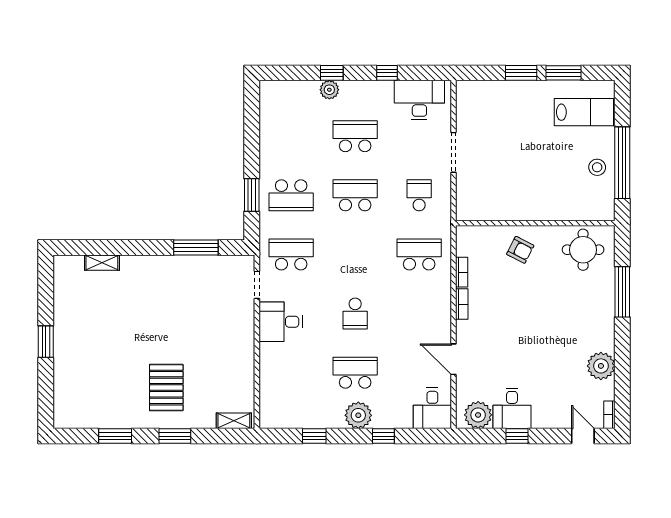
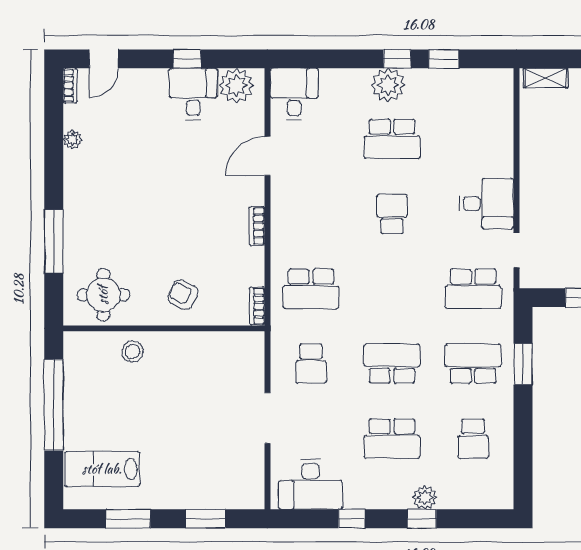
window: (521, 73) -> (206, 519), moved
school desk: (291, 136) -> (473, 439), added
stool: (597, 167) -> (133, 352), moved
school desk: (355, 195) -> (392, 364), turned 180
bookcase: (462, 272) -> (257, 306), moved
door: (453, 359) -> (267, 156), swing flipped
plant: (601, 366) -> (72, 139), width x0.53, depth x0.53
window: (383, 436) -> (397, 59), moved
door: (583, 436) -> (104, 59), hinge flipped

